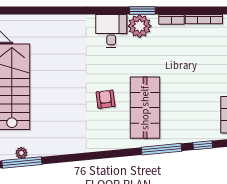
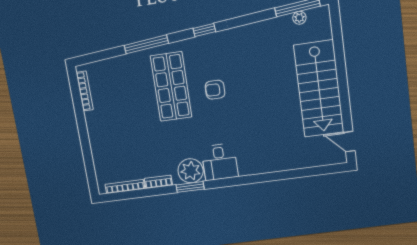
armchair: (105, 99) -> (215, 90), turned 97
window: (203, 145) -> (204, 30), moved

